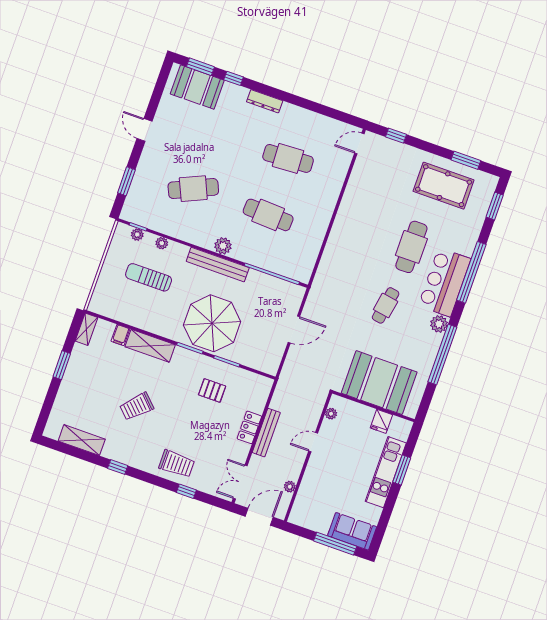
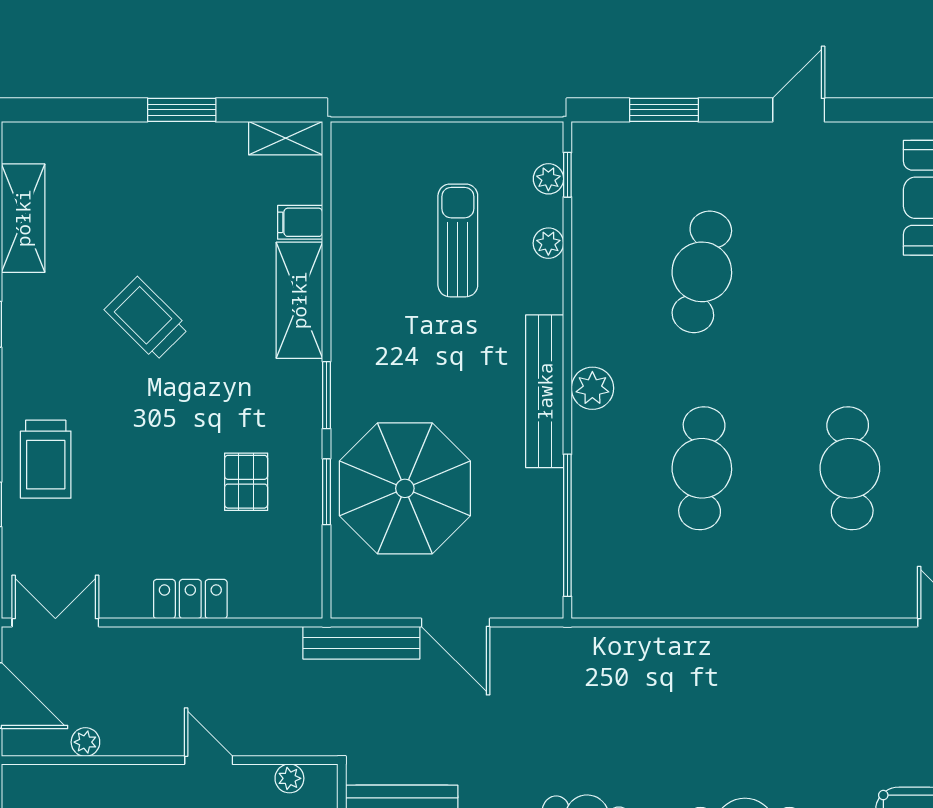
cafe table: (193, 189) -> (702, 272), turned 36
parasol: (212, 323) -> (405, 488), moved
bench: (266, 433) -> (361, 643), moved

